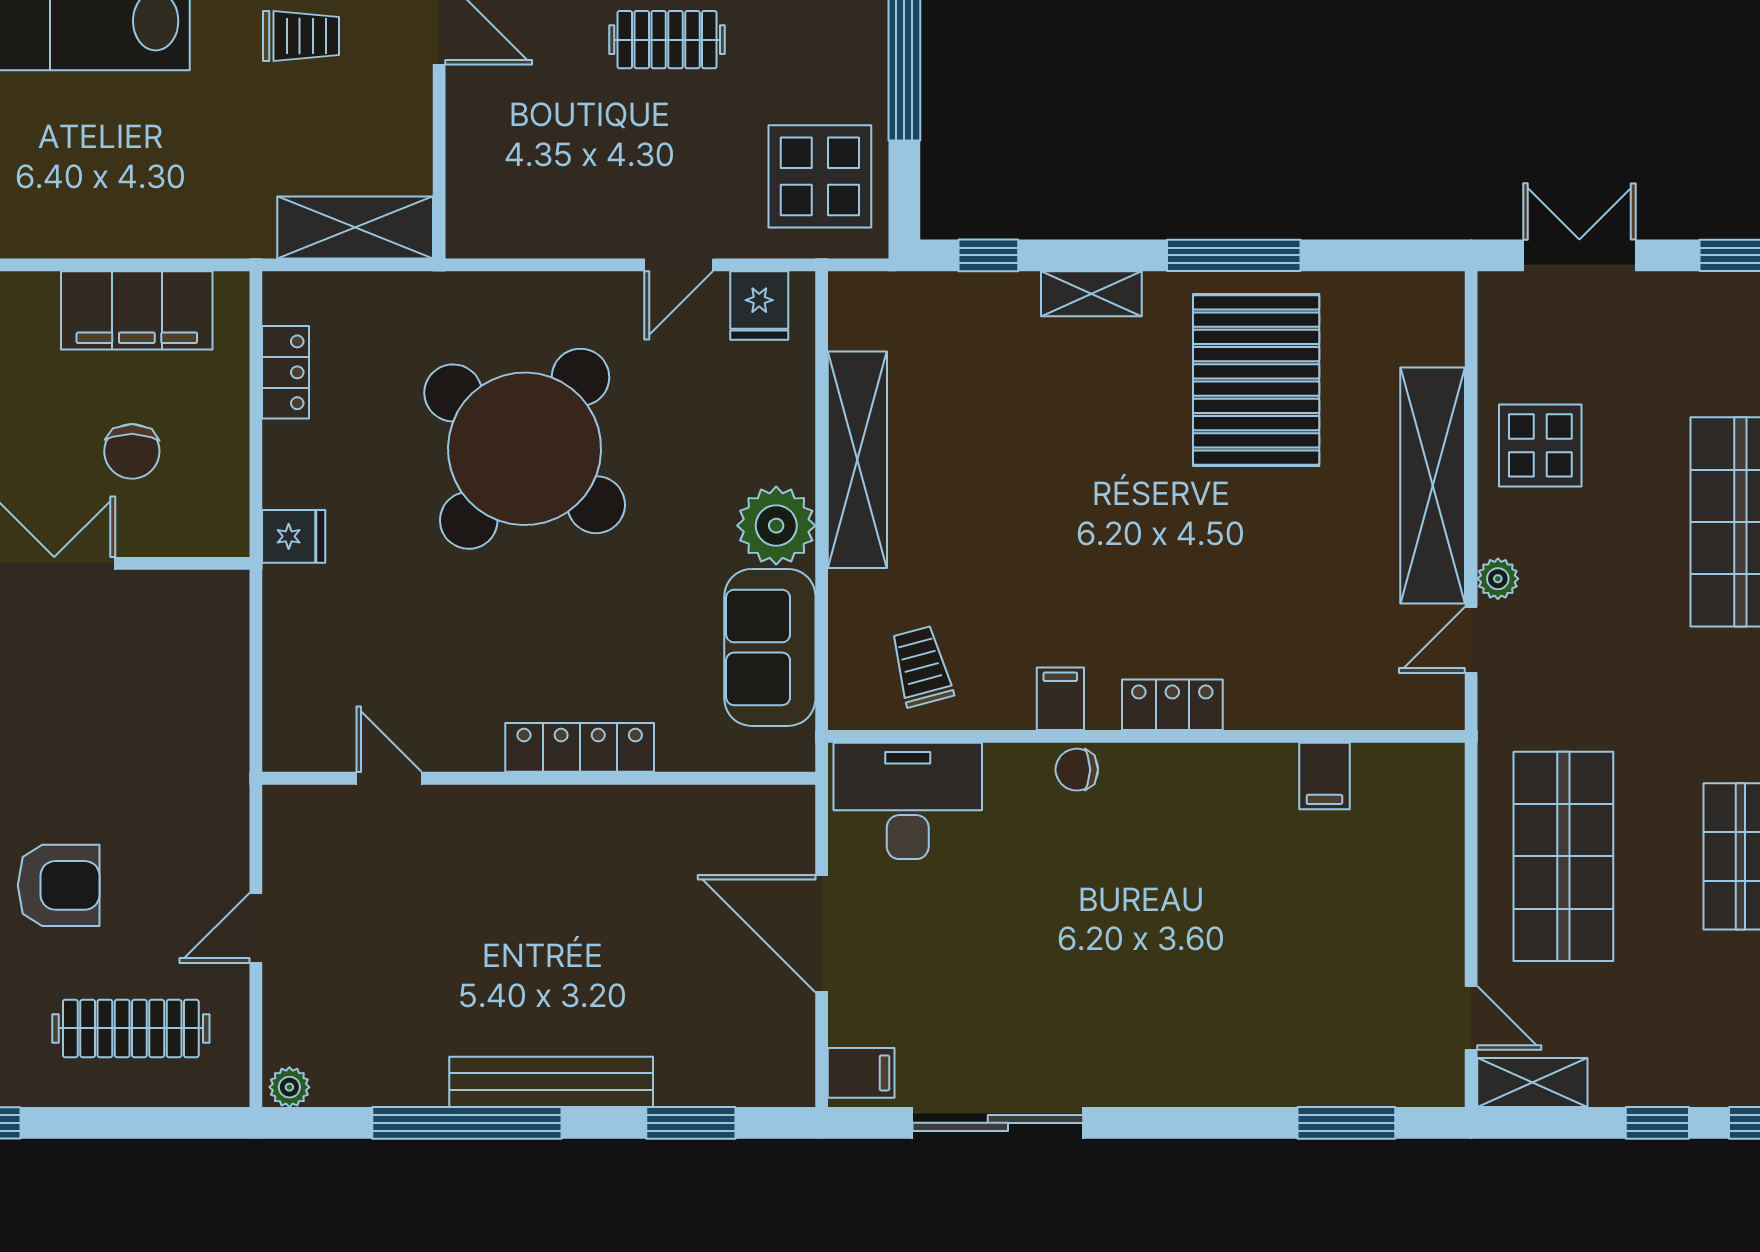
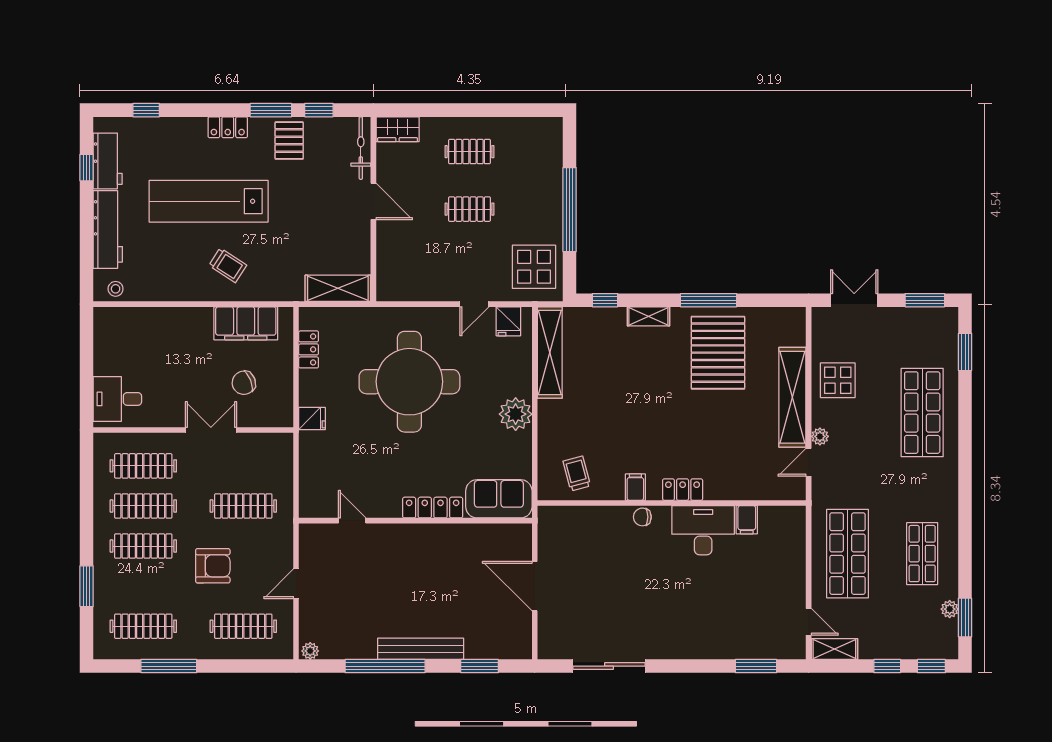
trolley: (301, 36) -> (228, 265), moved, turned 33
round table: (525, 449) -> (409, 382), turned -38
chair: (132, 451) -> (244, 383), turned 68
shelving: (857, 460) -> (550, 352), moved
sofa: (770, 647) -> (499, 499), moved, turned 90
clothes rail: (131, 743) -> (243, 506), added
desk: (908, 801) -> (703, 530), moved
filing cabinet: (861, 1073) -> (551, 645), removed

